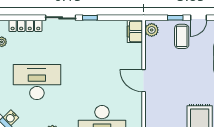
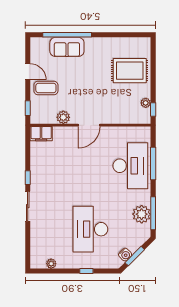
window: (175, 18) -> (28, 108), moved
locker: (25, 26) -> (36, 240), removed
plant: (152, 30) -> (63, 117), moved

